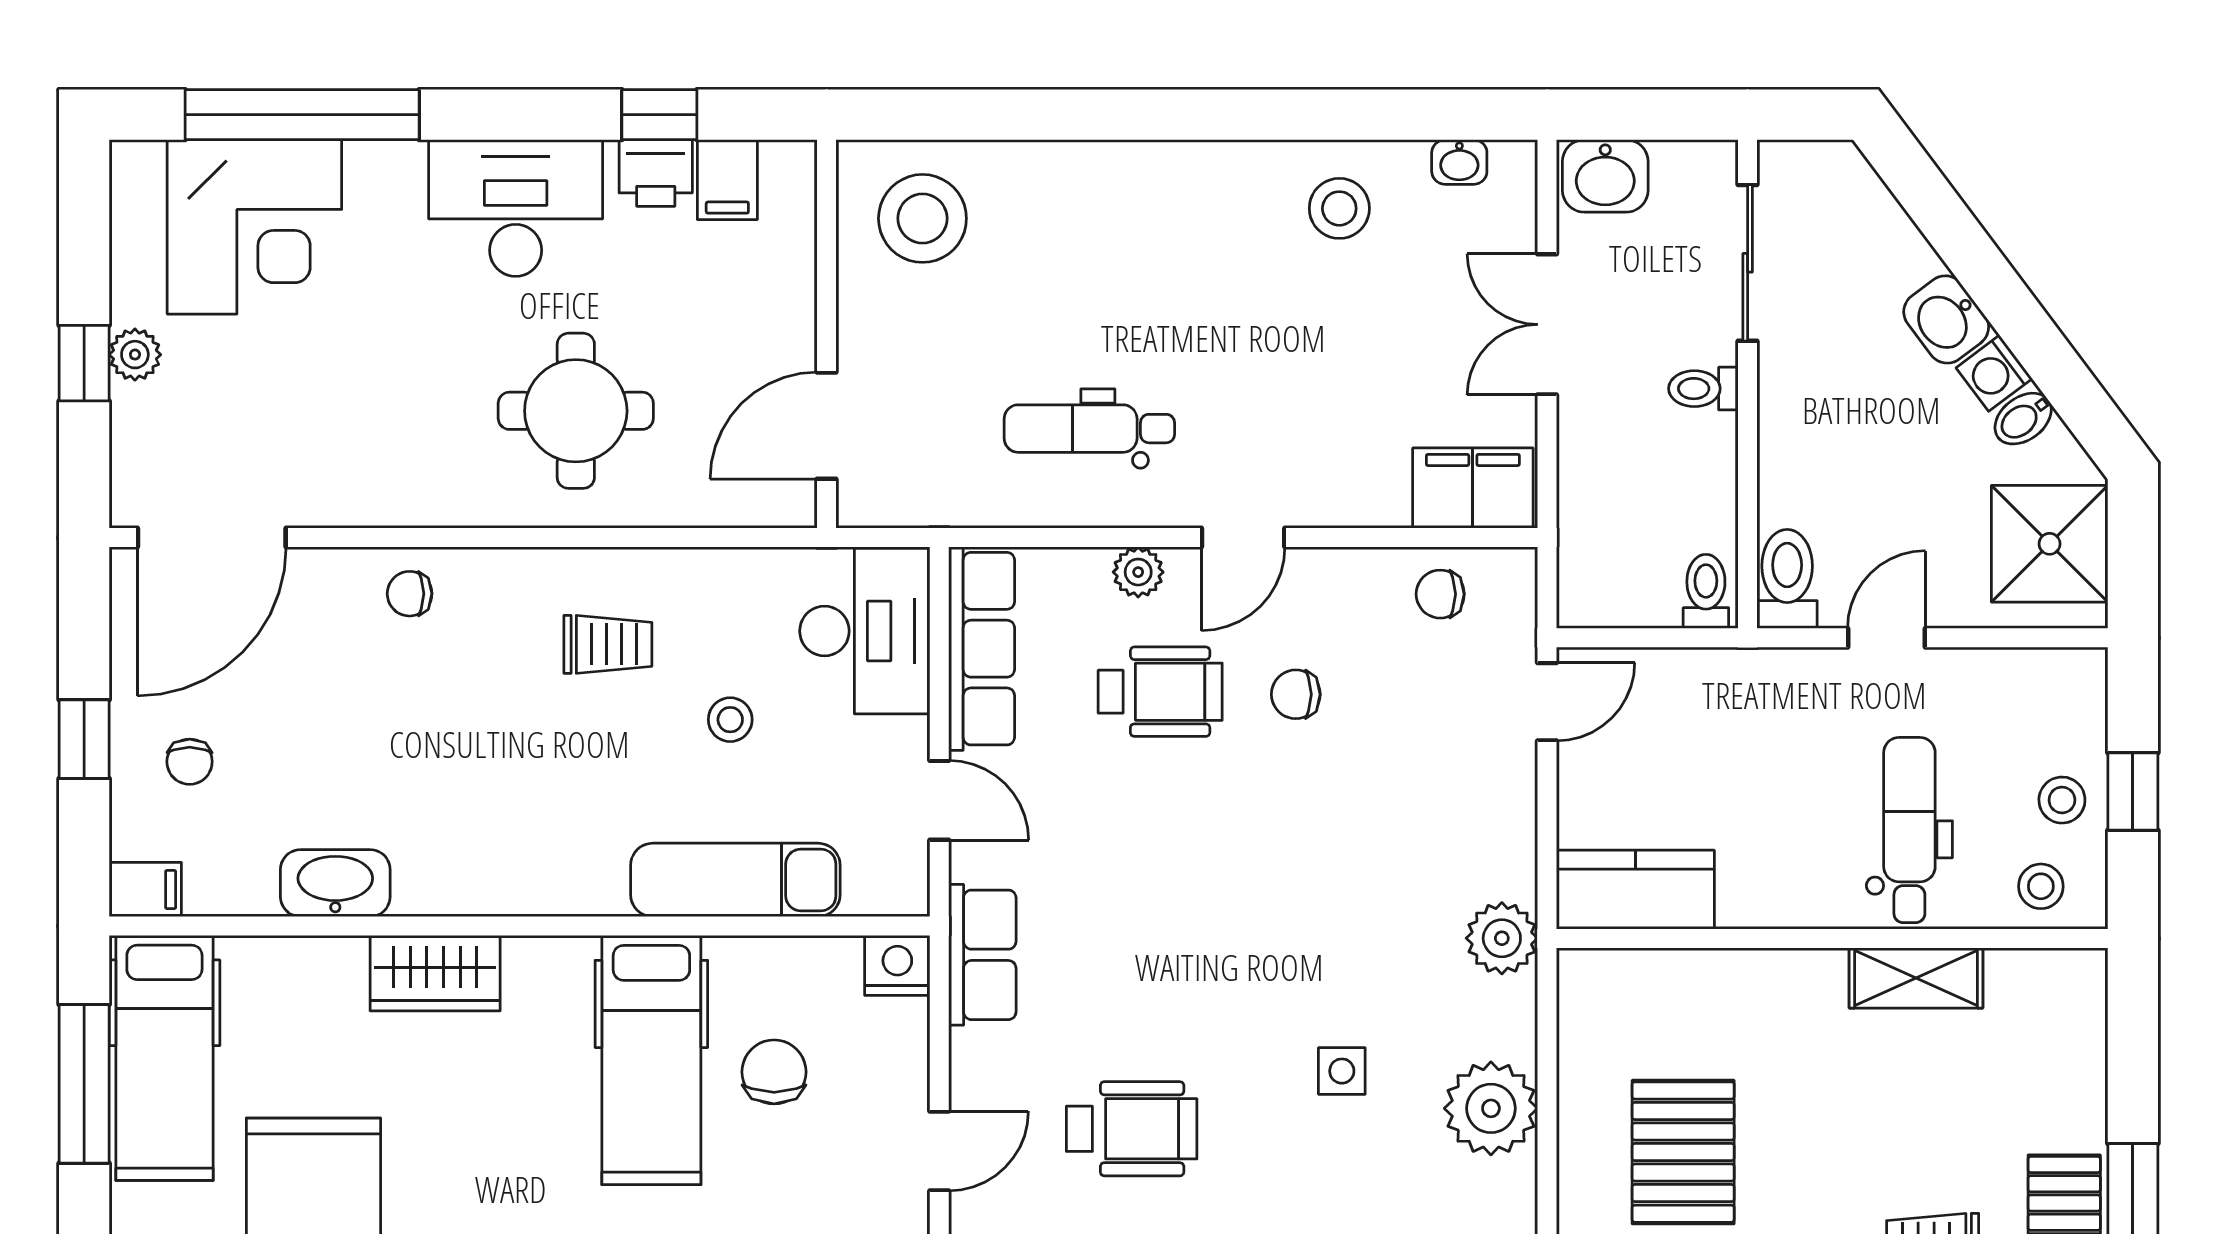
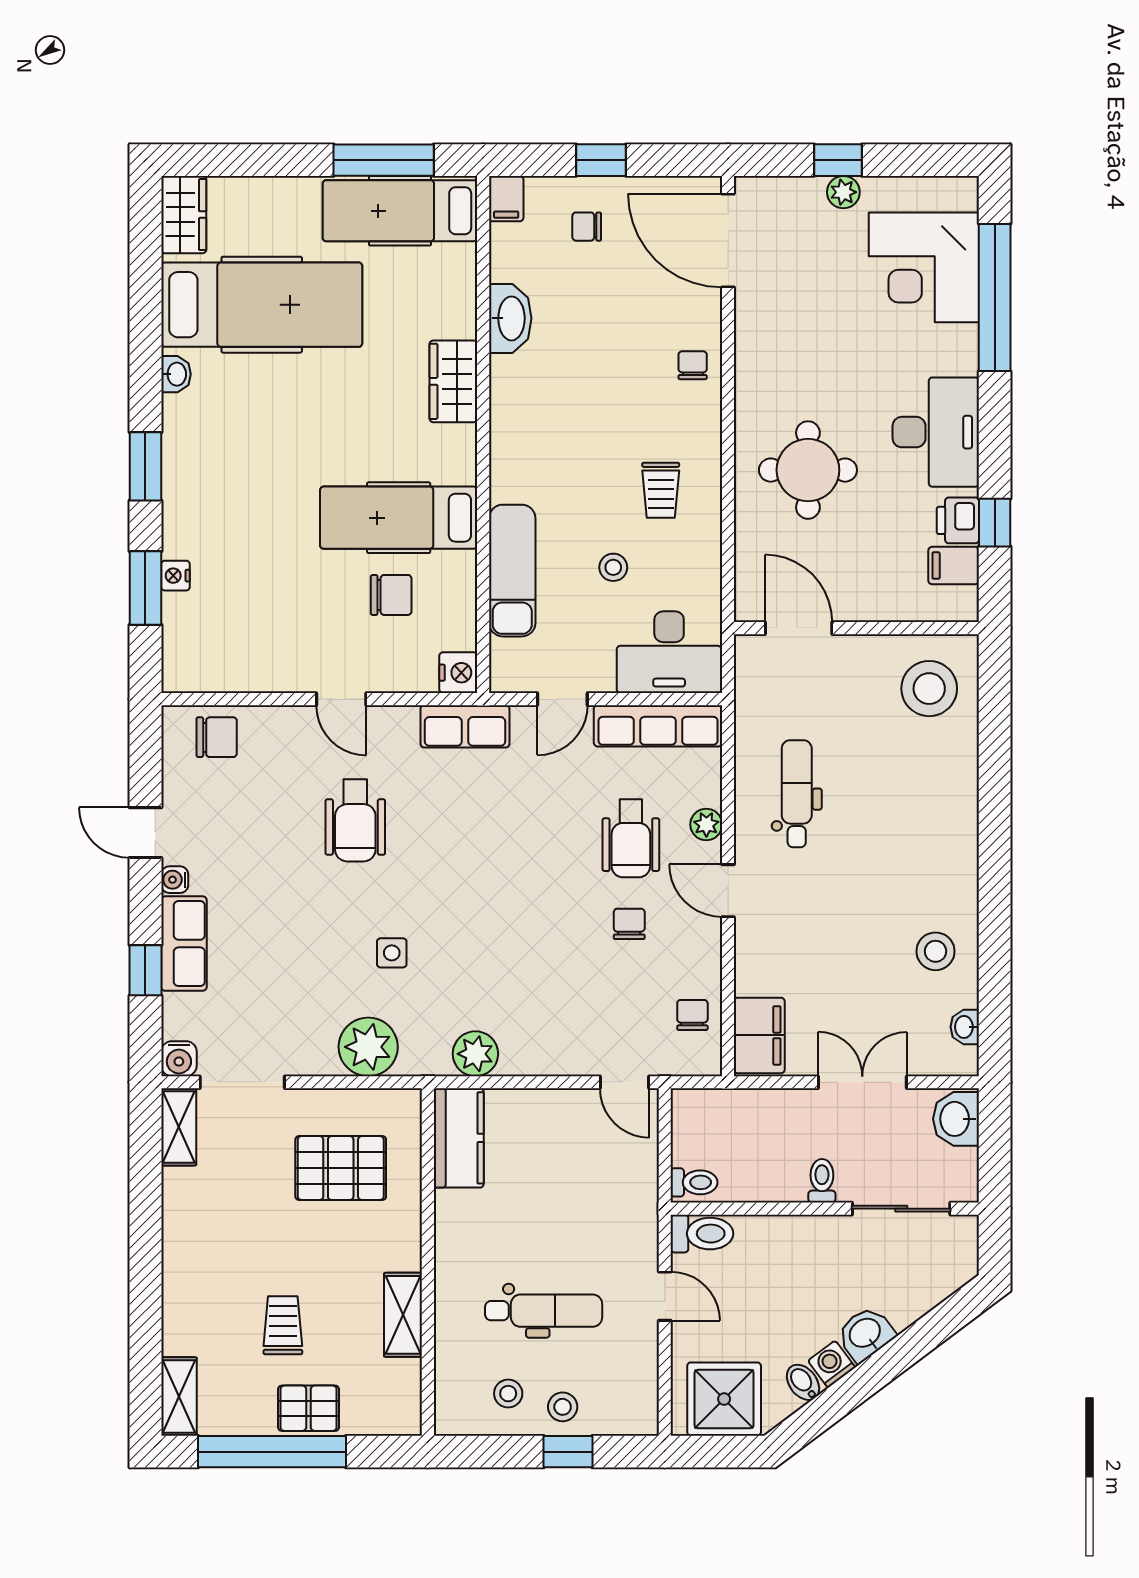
kitchen counter: (1635, 890) -> (459, 1138), moved
wall: (1832, 939) -> (428, 1262), moved
shelving: (1916, 978) -> (403, 1315), moved

